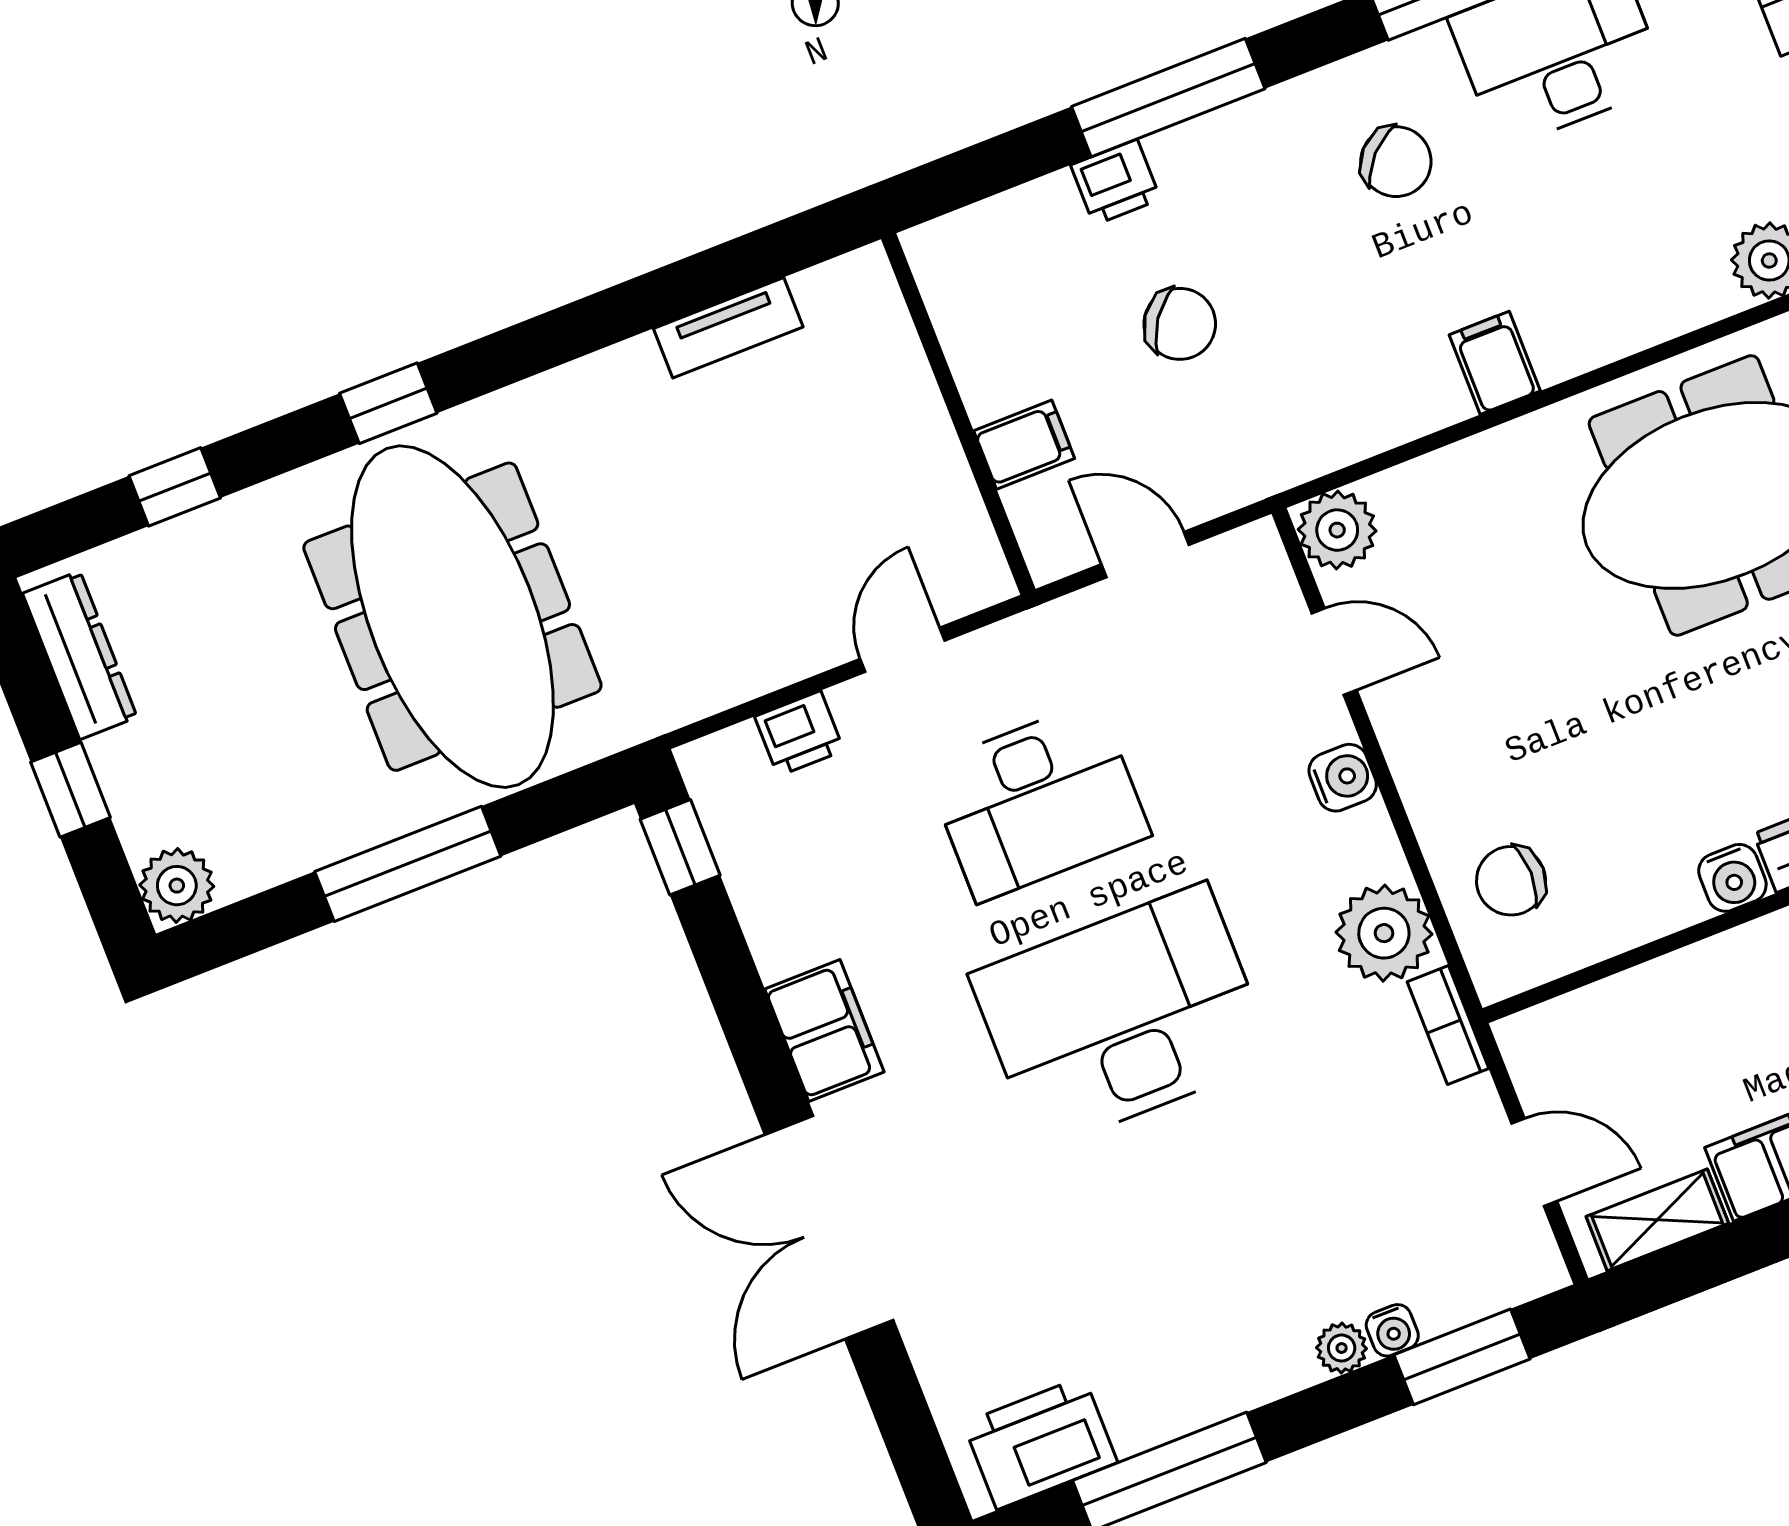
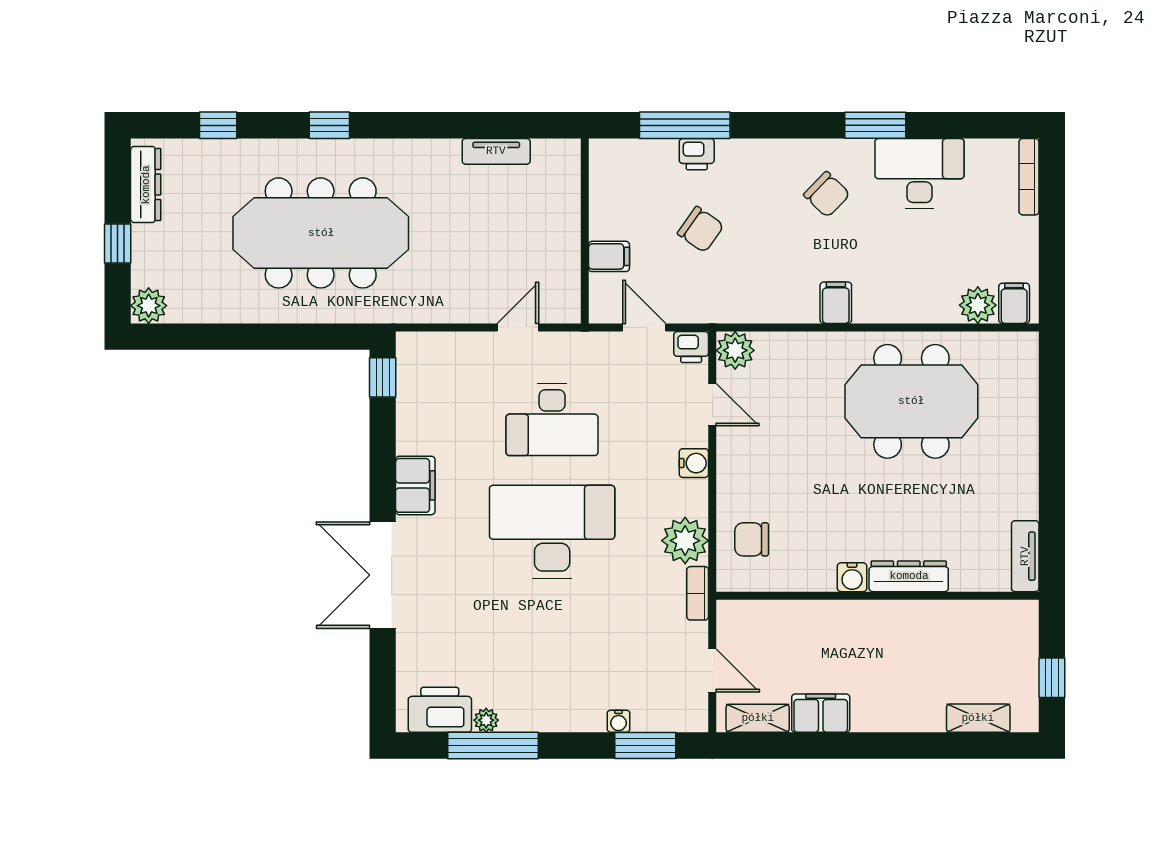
window: (1168, 98) -> (685, 125), moved
meeting table: (452, 617) -> (321, 233), turned 90
printer: (799, 734) -> (691, 347), moved
window: (408, 864) -> (257, 337), removed
plant: (1342, 1348) -> (486, 720), moved

